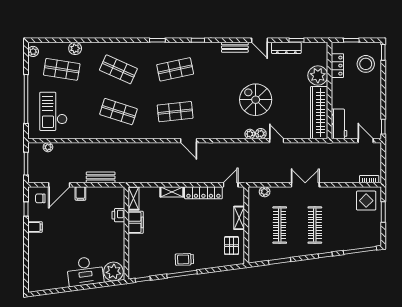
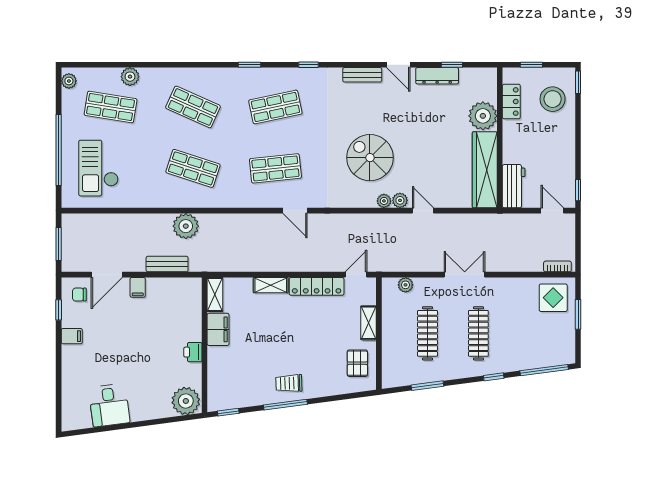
spiral stairs: (256, 100) -> (370, 158), moved
plant: (48, 147) -> (186, 226), moved, width x1.87, depth x1.87
printer: (118, 215) -> (193, 352), moved
desk: (85, 271) -> (109, 405), moved, width x0.73

